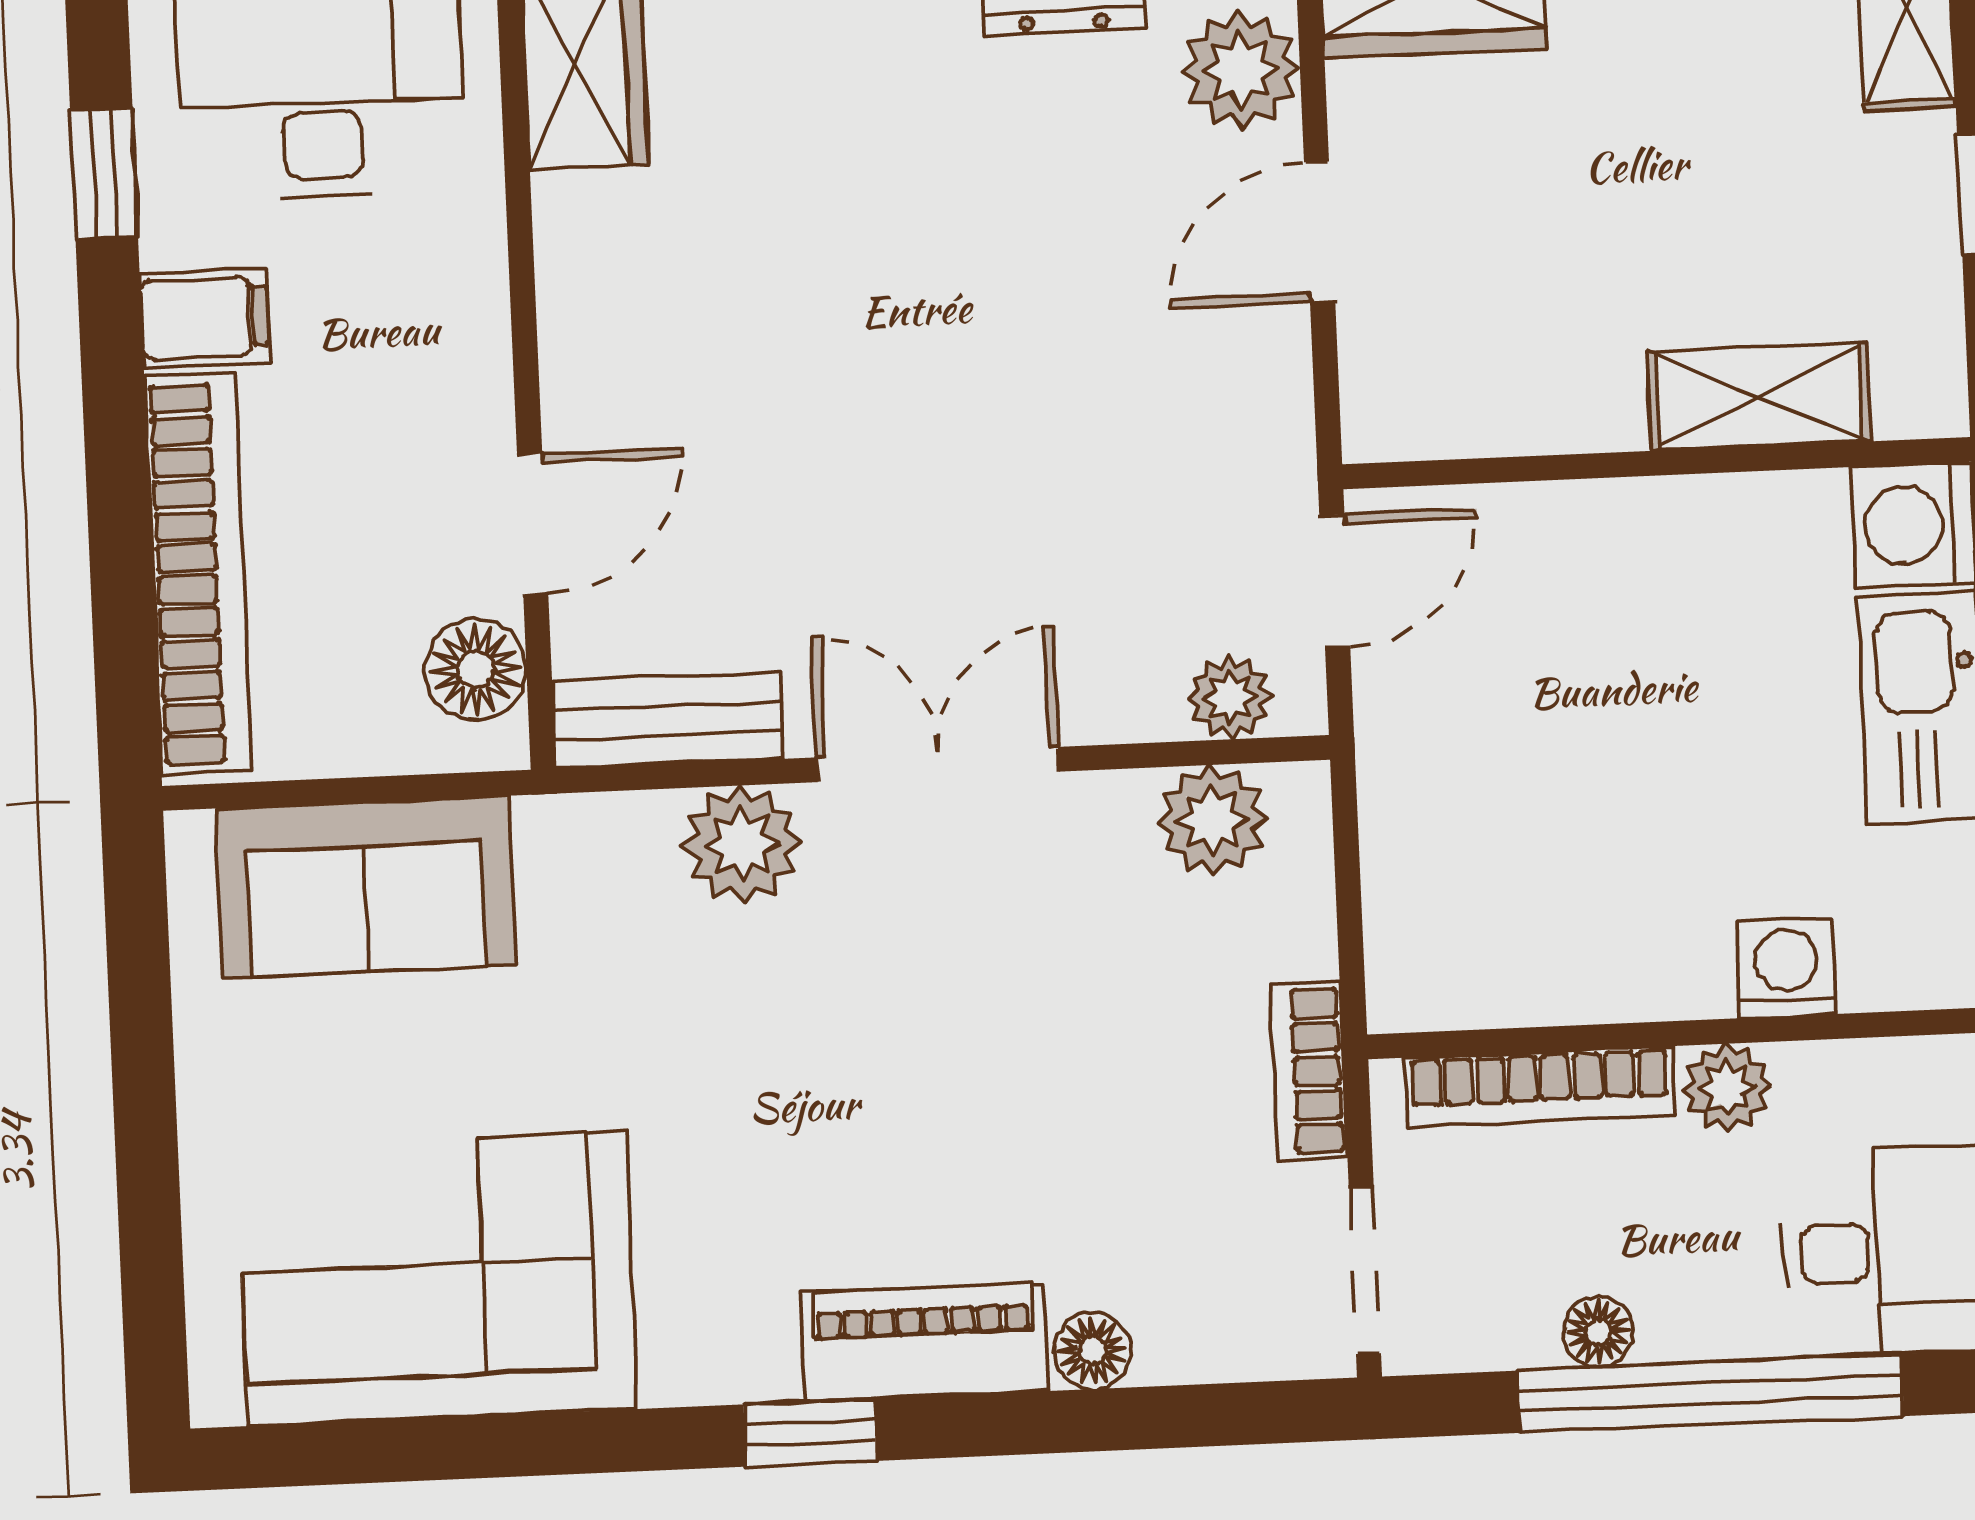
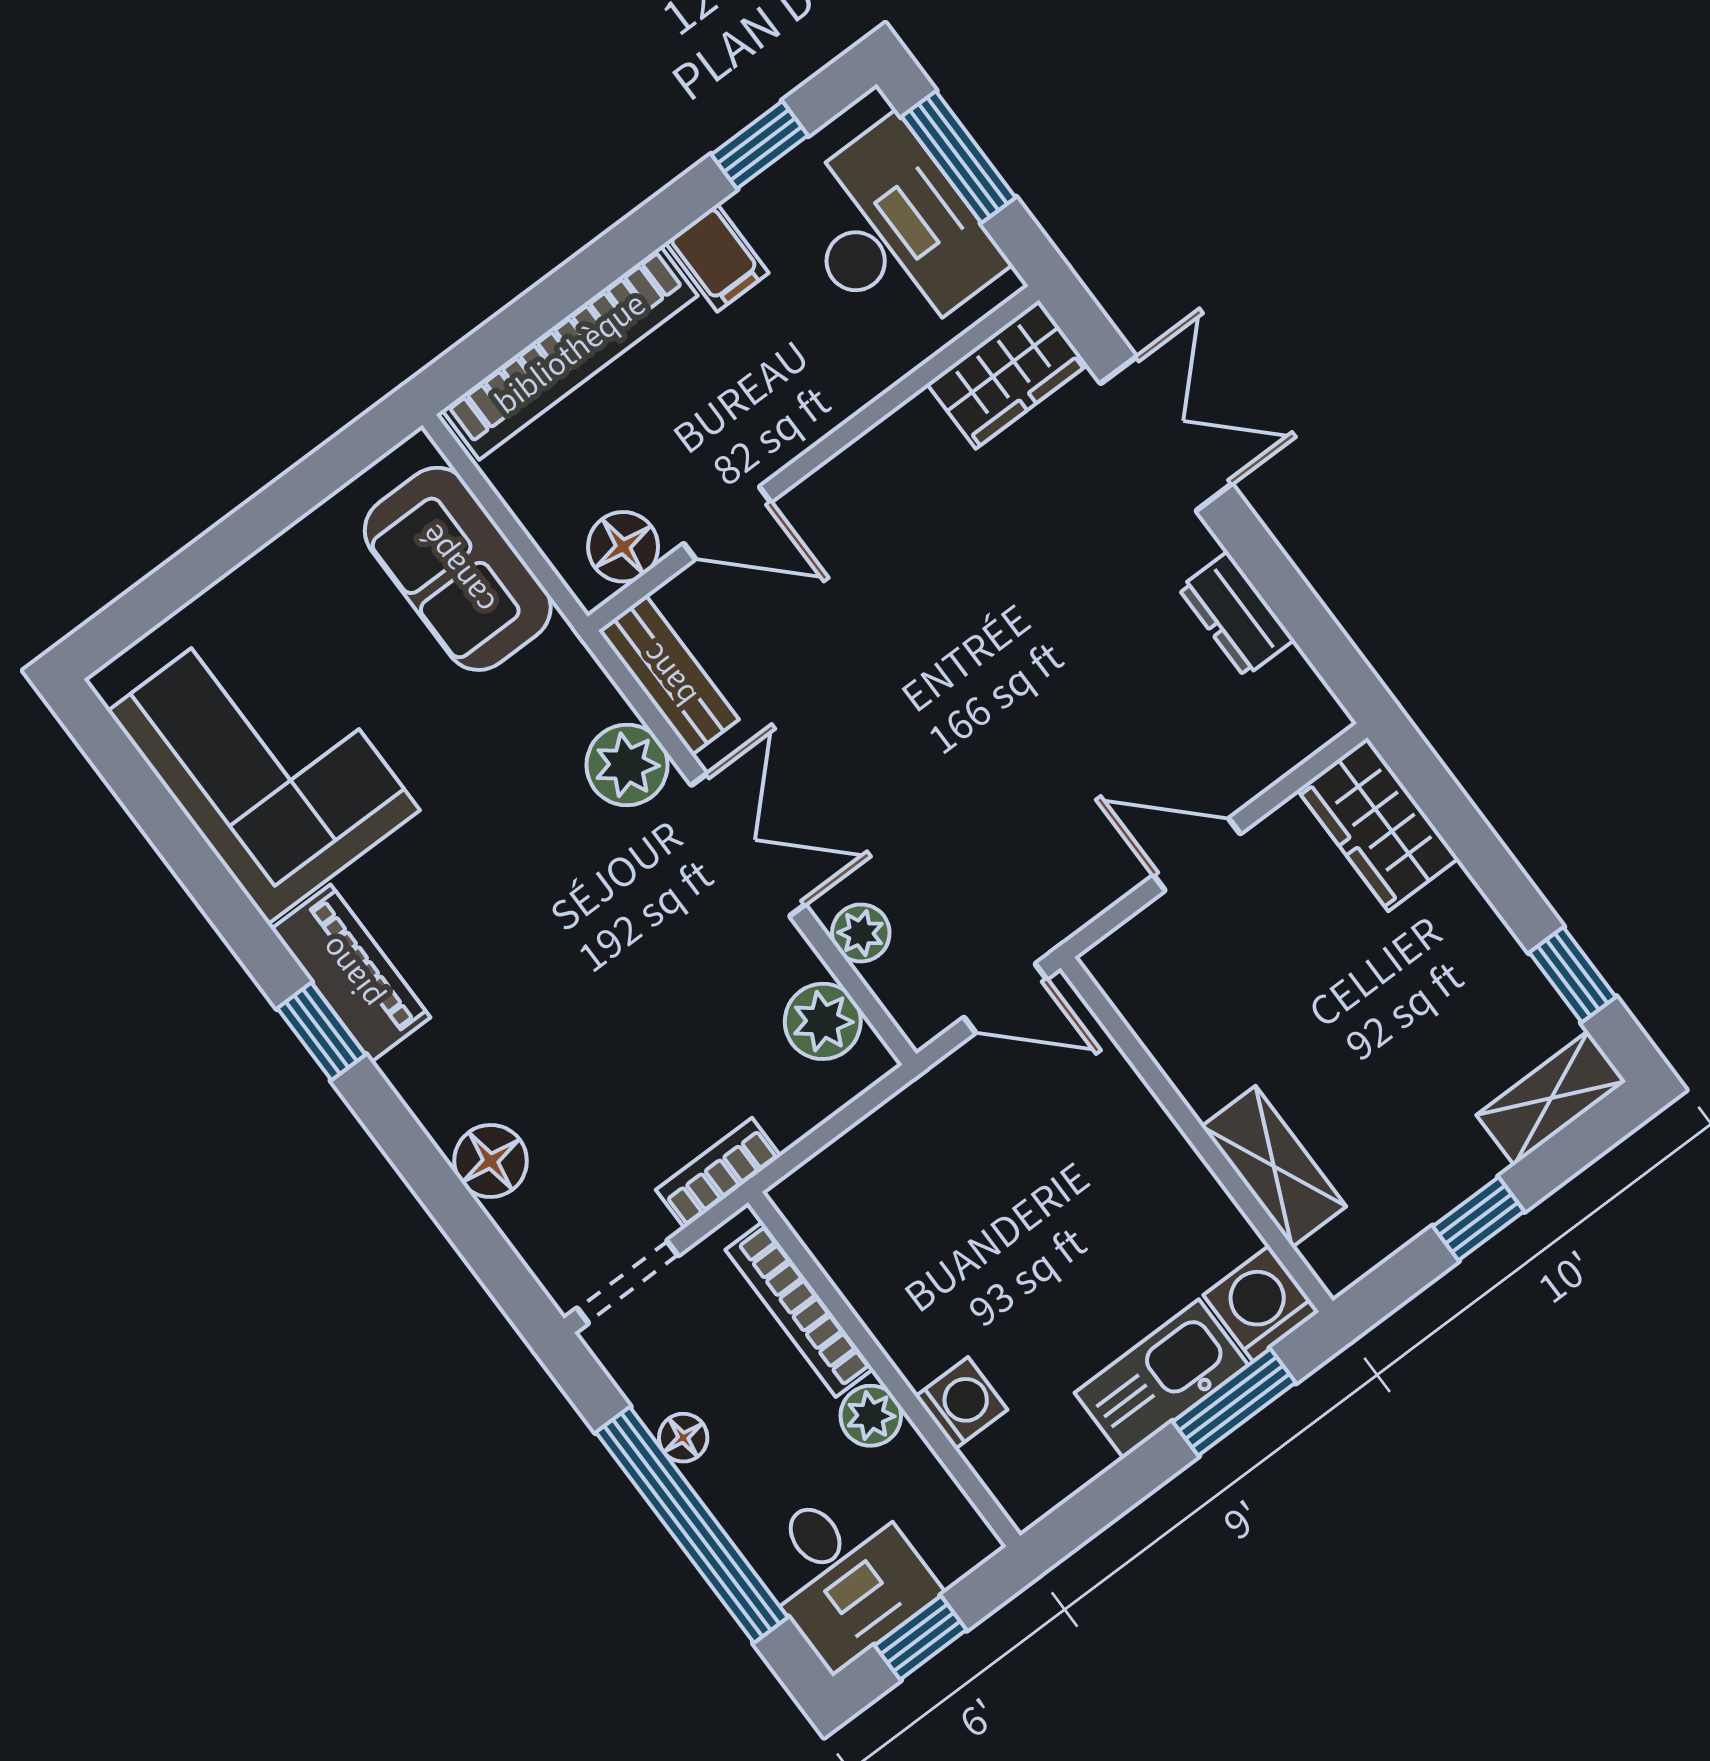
plant: (1241, 70) -> (1258, 747), removed
plant: (1230, 697) -> (861, 933), moved
piano: (924, 1342) -> (351, 973), moved
floor lamp: (1092, 1351) -> (491, 1161), width x1.37, depth x1.37

